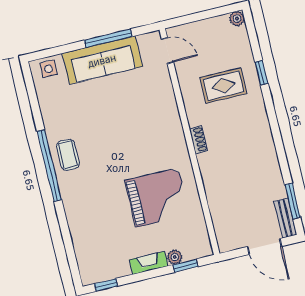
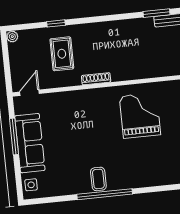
shoe rack: (198, 140) -> (96, 79), width x1.43
coffee table: (68, 155) -> (98, 179), turned 90

